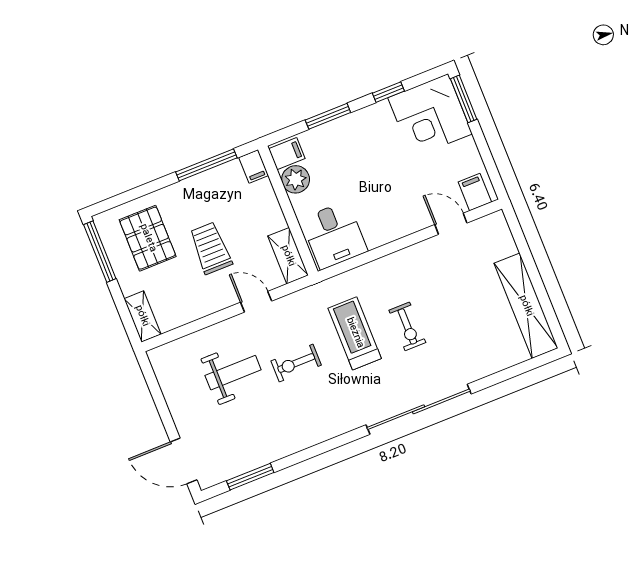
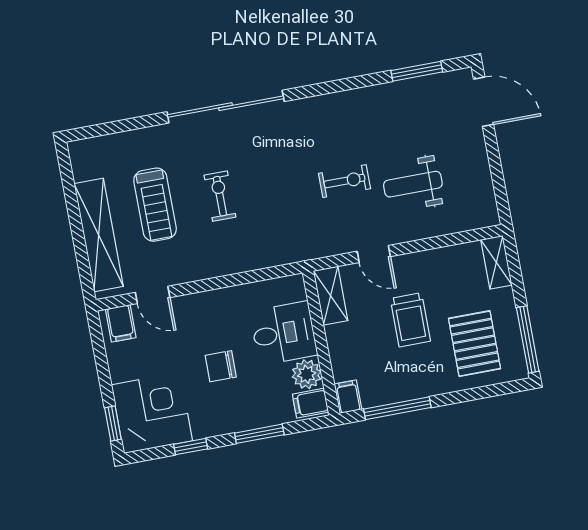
window: (464, 99) -> (113, 424), width x0.67
chair: (376, 171) -> (221, 366), added
desk: (334, 235) -> (284, 333), moved, turned 90
shelving: (526, 306) -> (99, 235), moved
treadmill: (355, 333) -> (155, 205), moved

